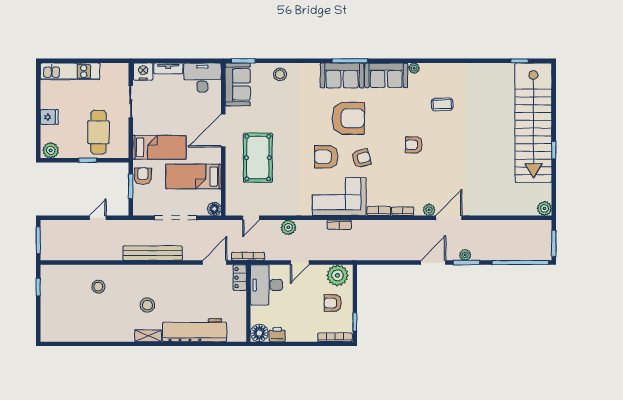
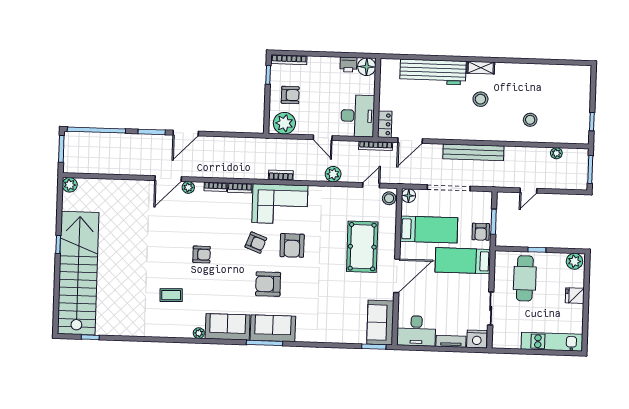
stool: (280, 74) -> (389, 198), moved
armchair: (348, 118) -> (268, 284), width x0.73, depth x0.73
armchair: (326, 157) -> (292, 245), turned 90
armchair: (361, 158) -> (256, 243), turned -144
plant: (465, 255) -> (556, 153), moved
door: (300, 263) -> (323, 138), swing flipped

